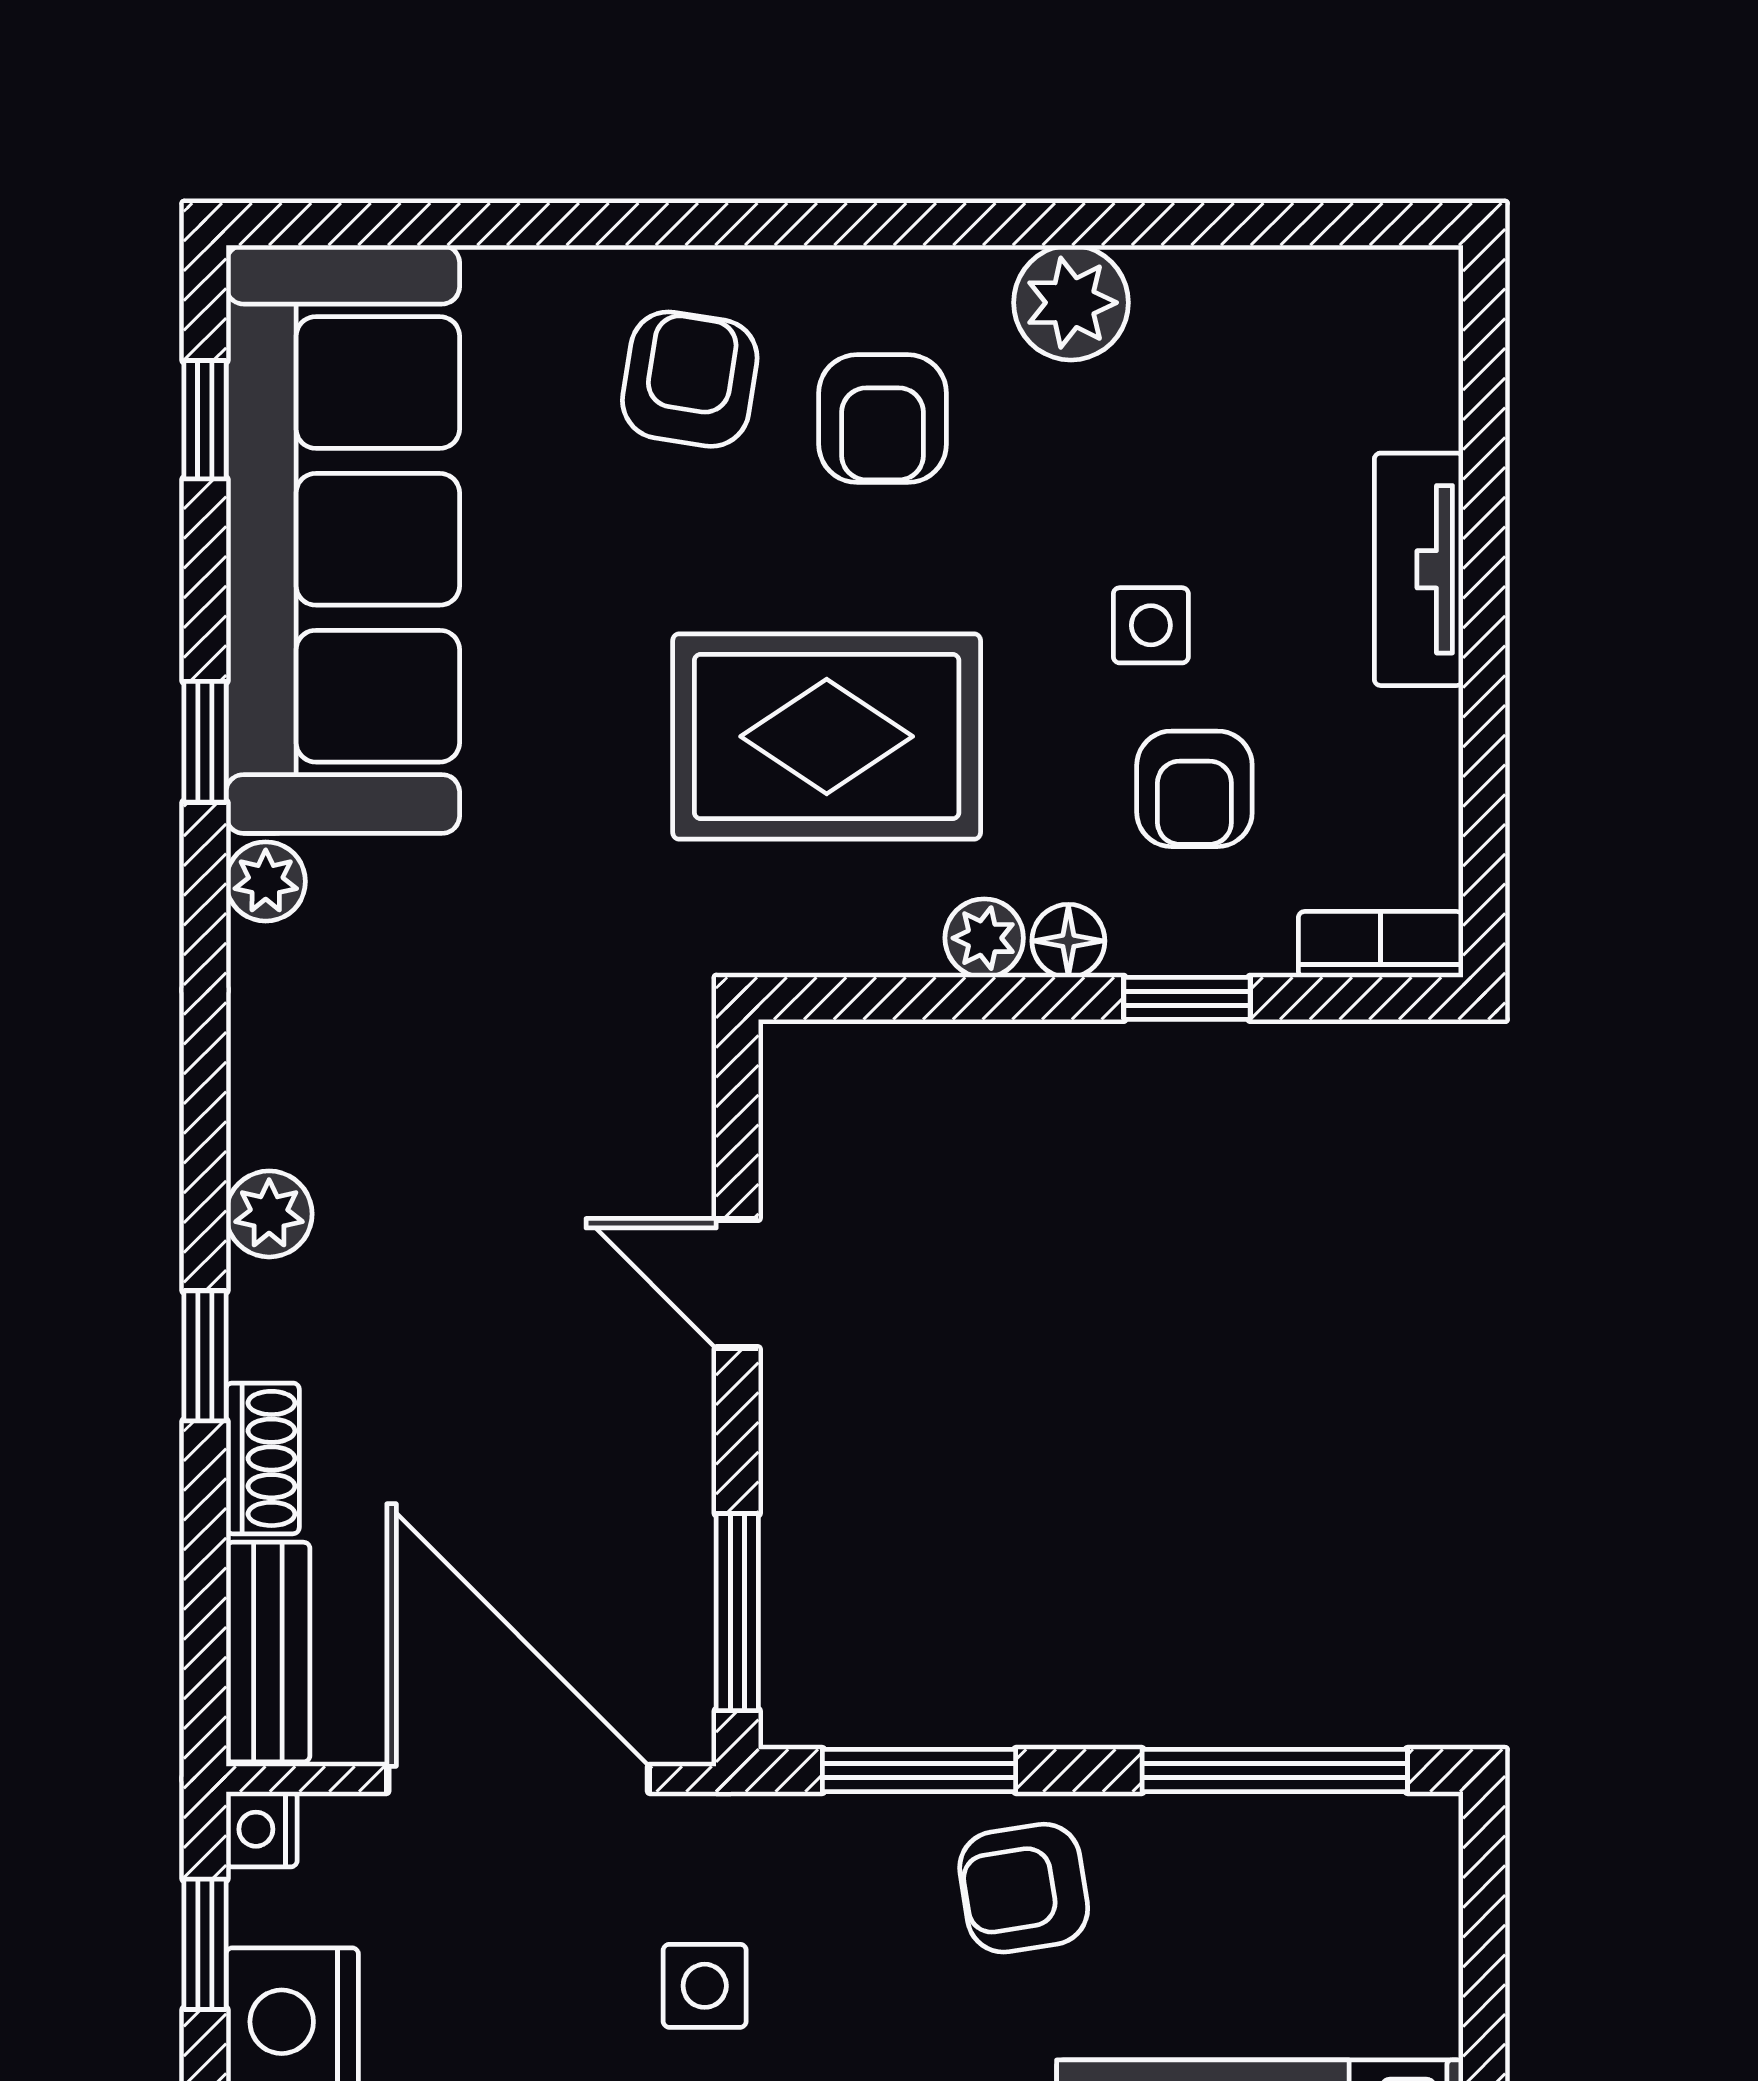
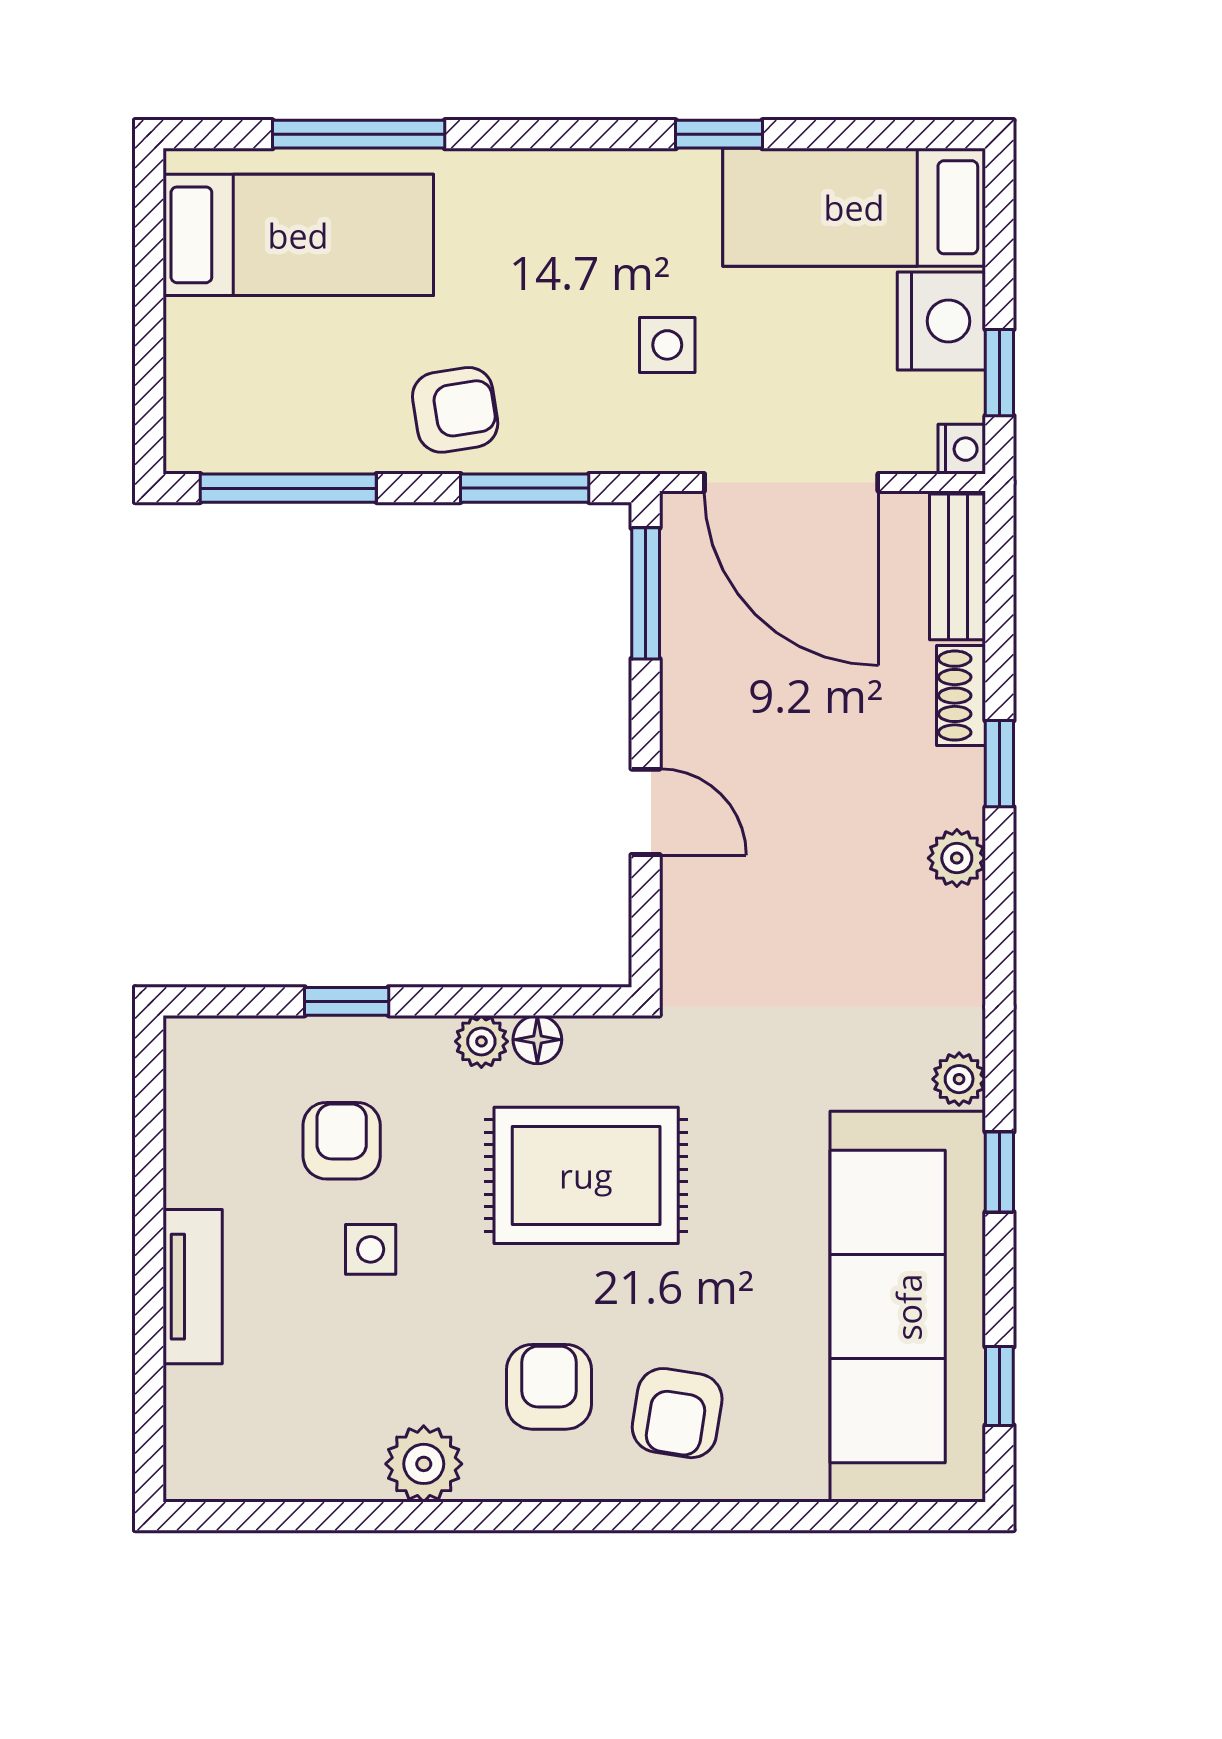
floor lamp: (1068, 941) -> (537, 1040), moved
bookcase: (1381, 944) -> (218, 1037), removed

